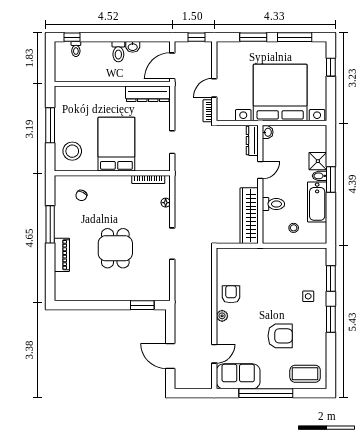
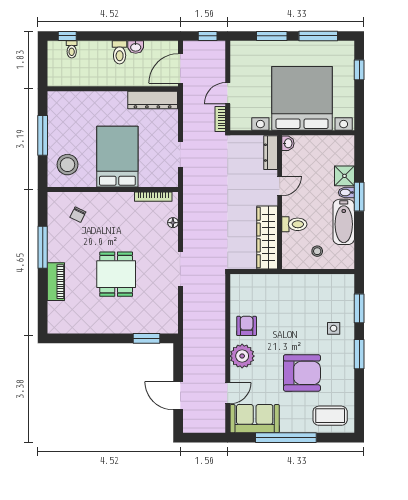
plant: (222, 316) -> (242, 356), width x1.87, depth x1.87
armchair: (280, 336) -> (302, 373), width x1.36, depth x1.36

